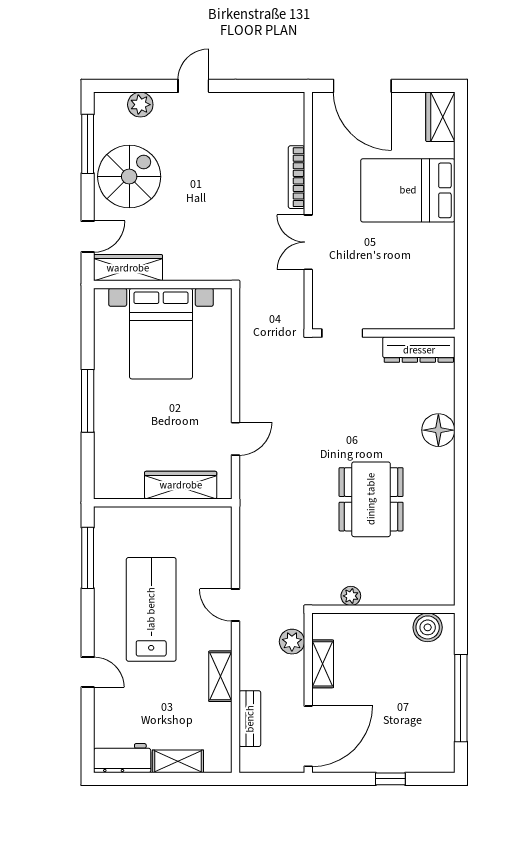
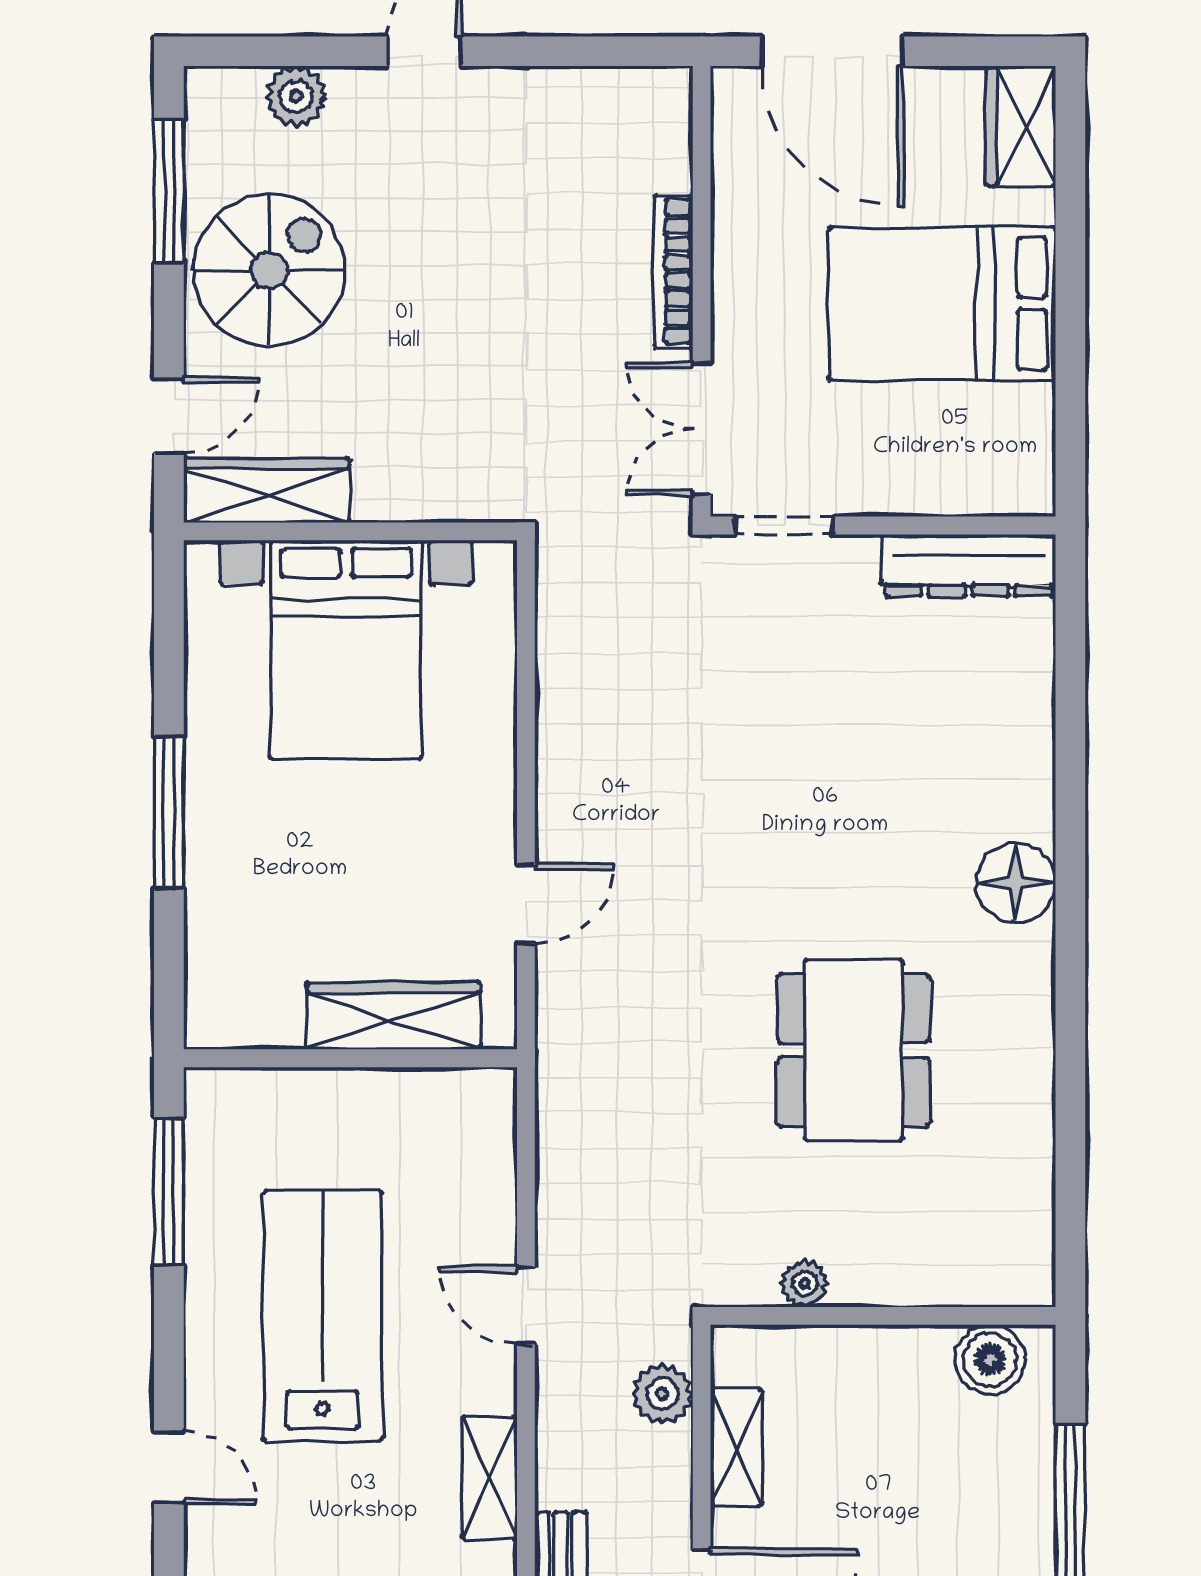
doorway: (342, 333) -> (784, 526), moved
wall: (383, 333) -> (883, 526), moved
dresser: (419, 350) -> (969, 565), moved

